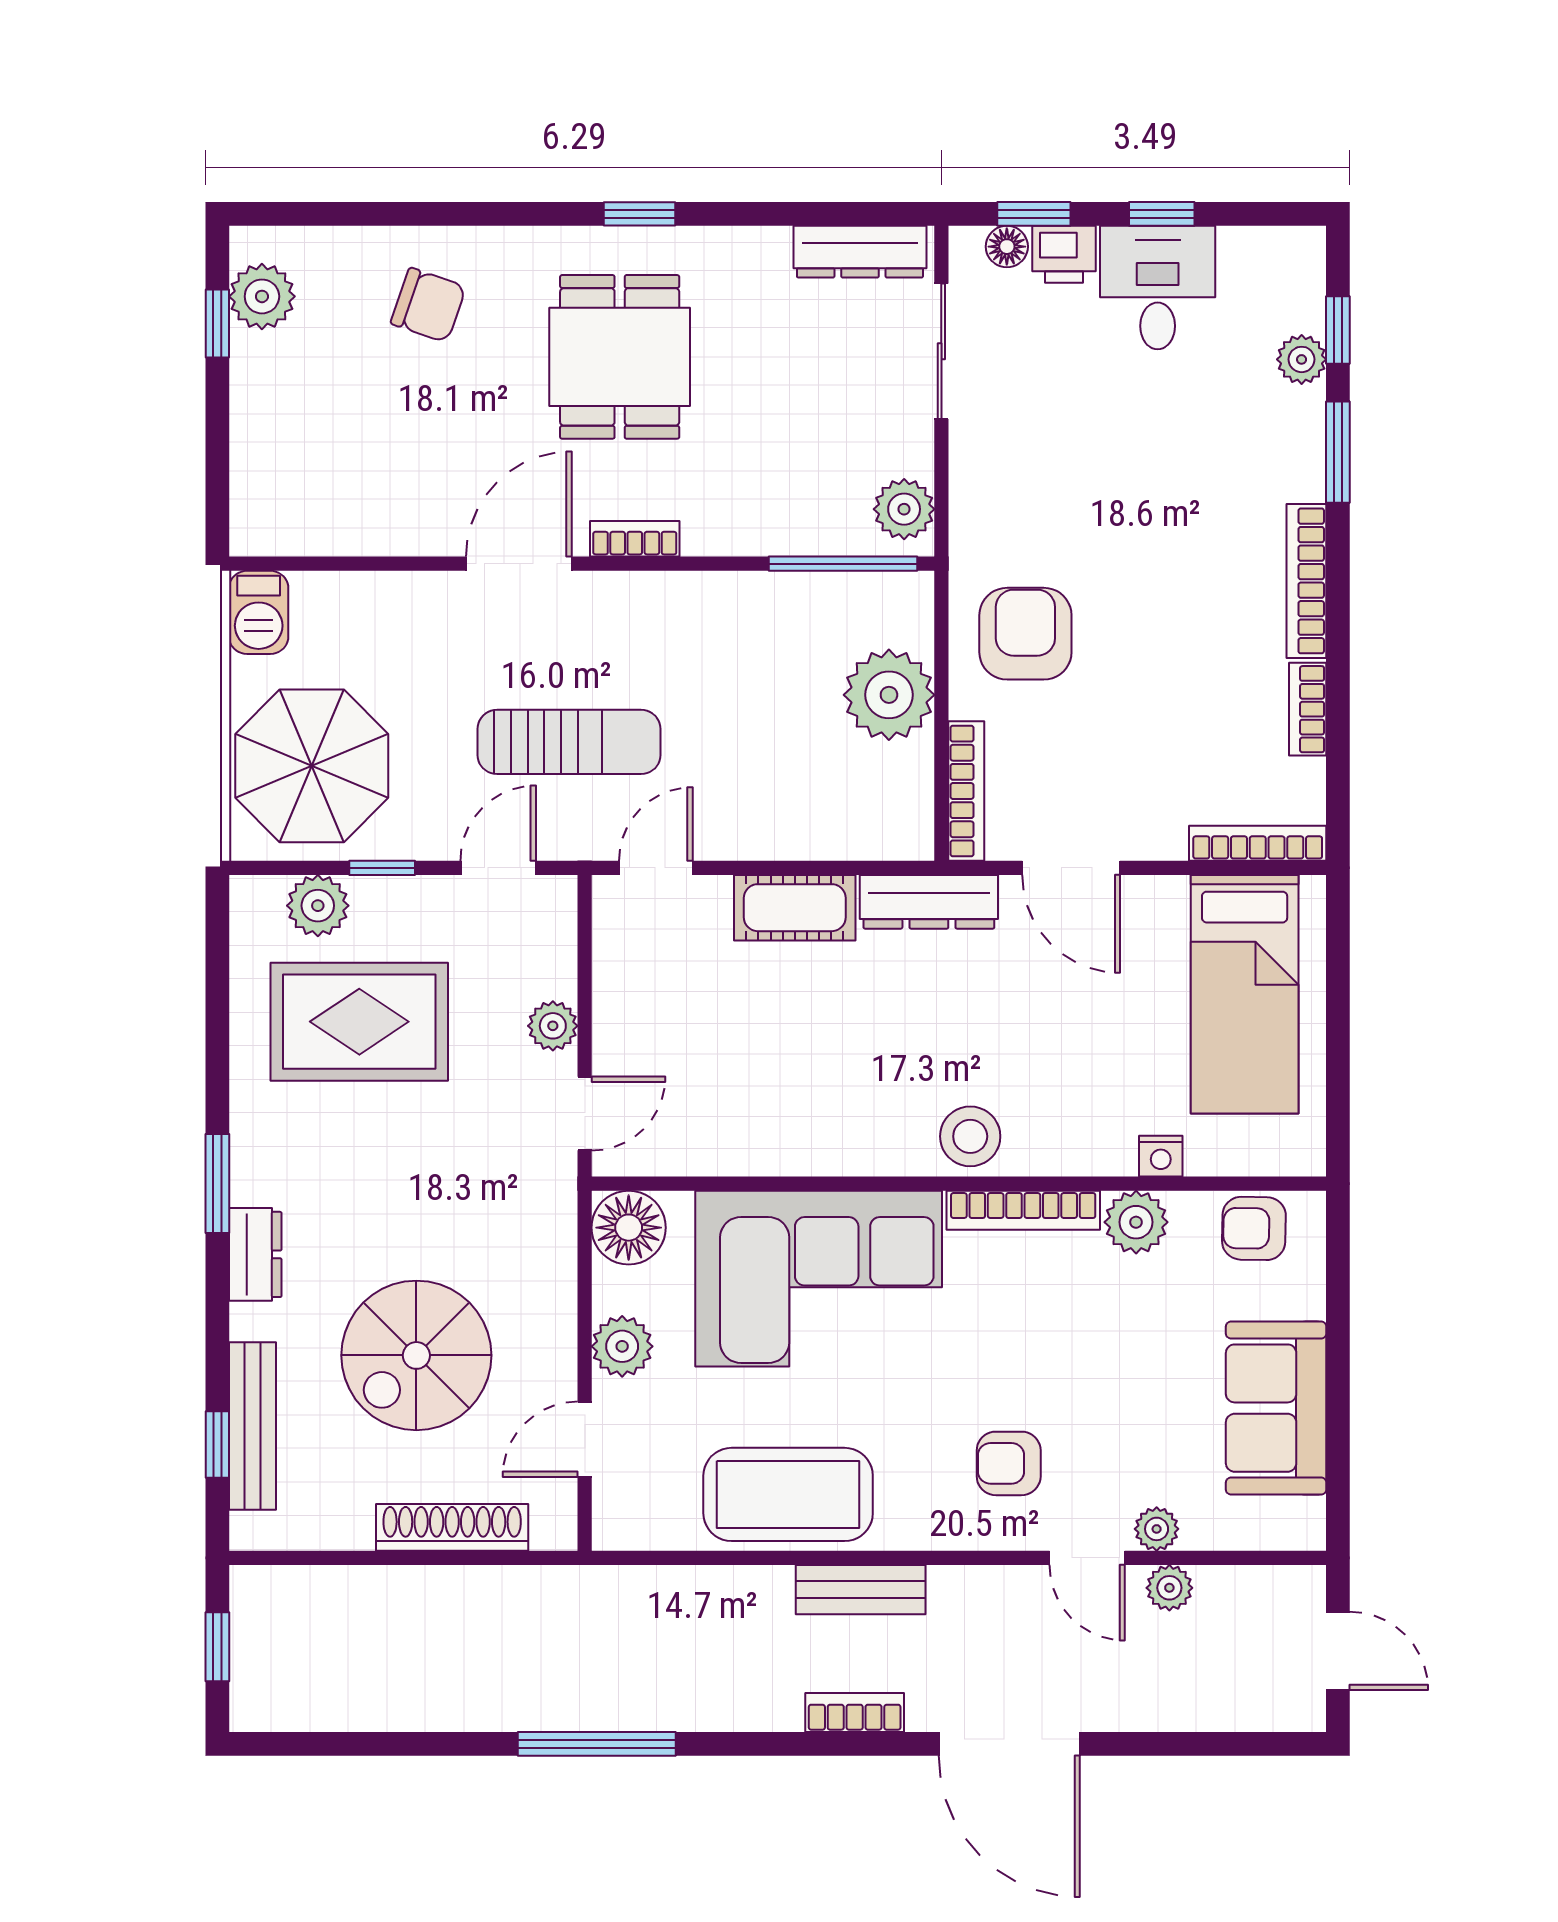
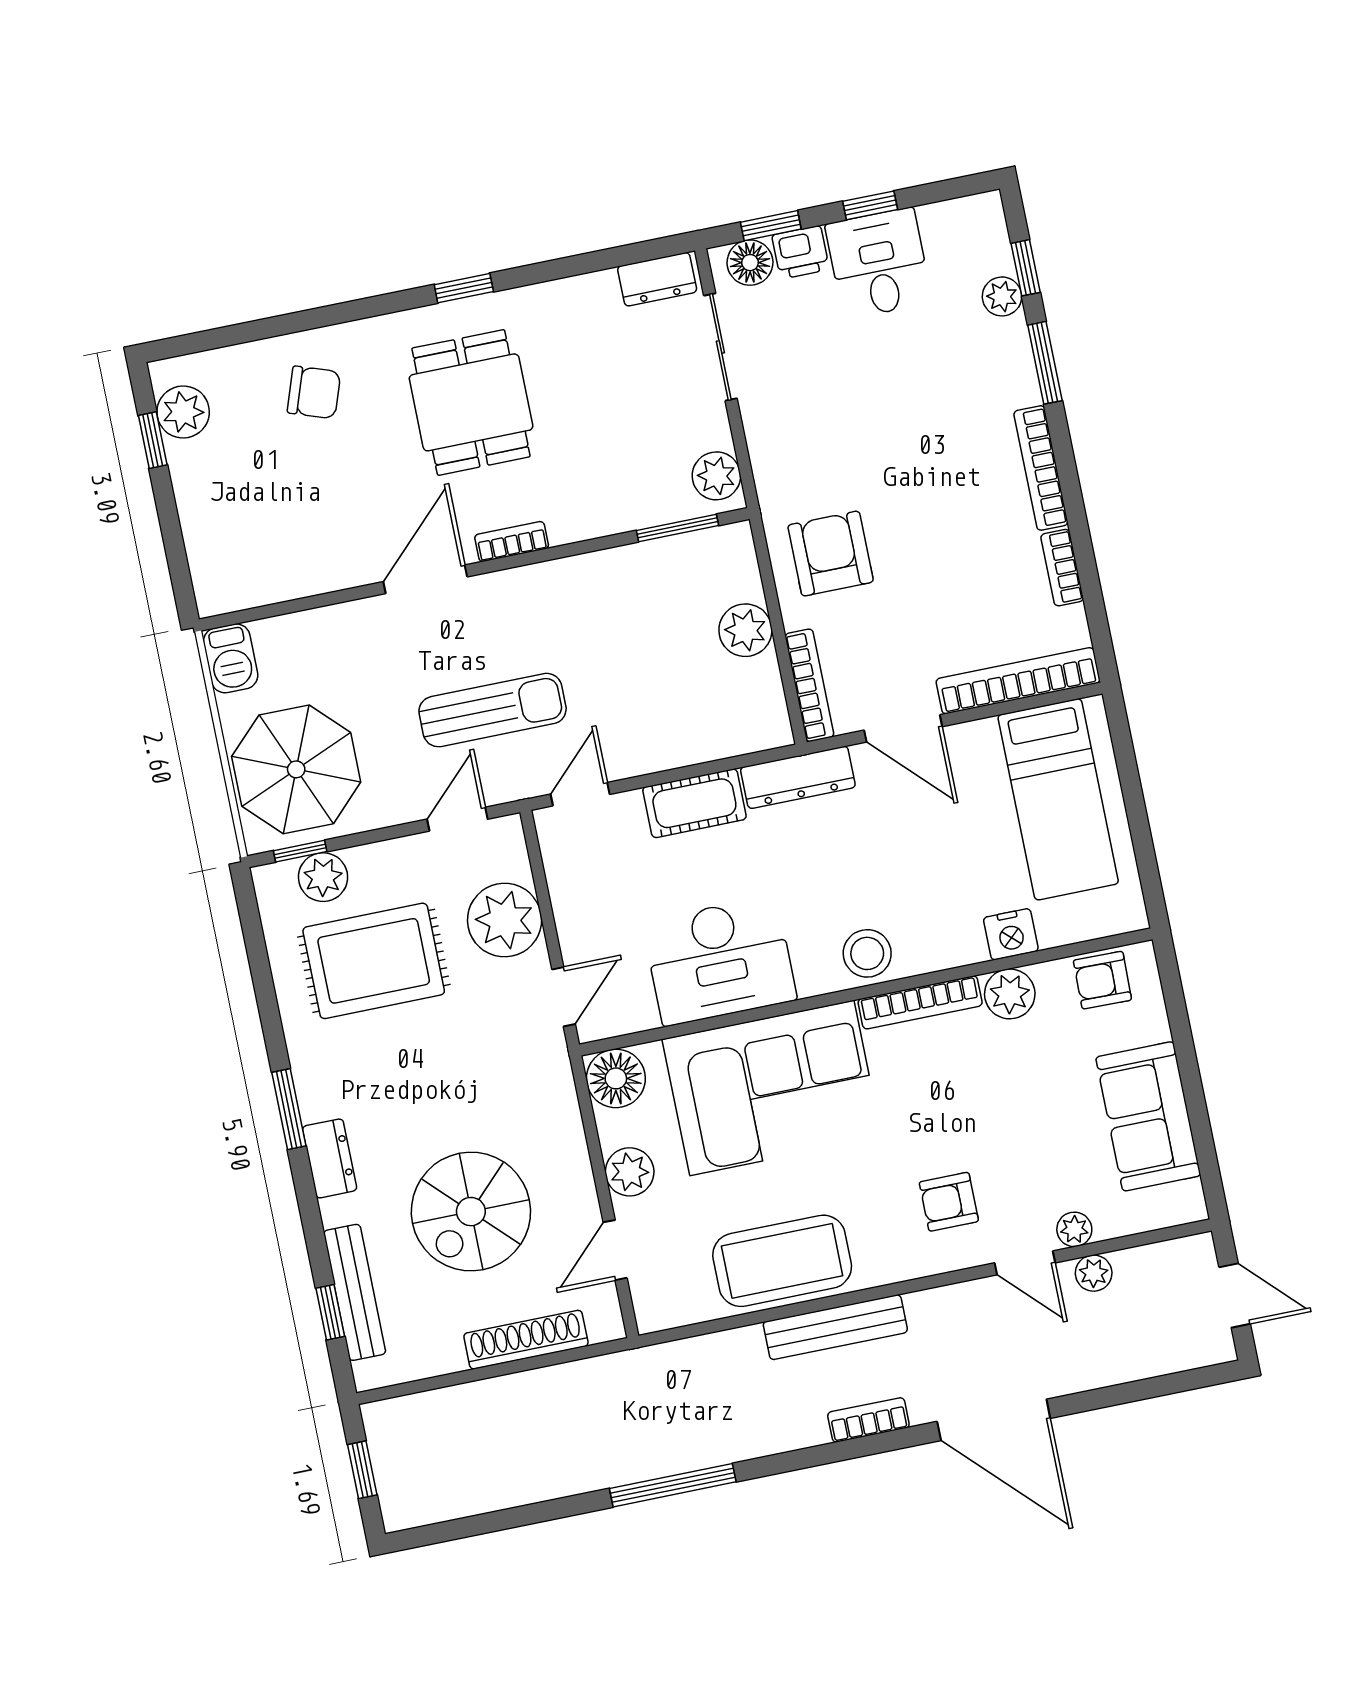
floor lamp: (1007, 247) -> (750, 263), width x1.37, depth x1.37
dresser: (860, 252) -> (657, 279), width x0.70
window: (843, 564) -> (677, 528), width x0.69
plant: (889, 695) -> (745, 630), width x0.73, depth x0.73
bookcase: (1258, 843) -> (1018, 681), width x1.48, depth x1.31
window: (382, 868) -> (300, 851), moved
plant: (553, 1026) -> (505, 920), width x1.88, depth x1.88
desk: (786, 1108) -> (720, 961), added
nightstand: (1161, 1156) -> (1011, 934), width x1.39, depth x1.35
bench: (861, 1590) -> (835, 1327), width x1.36

